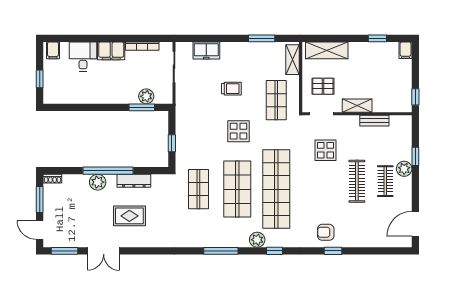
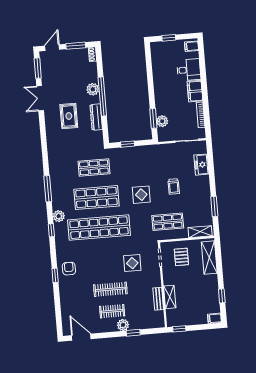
shelving: (357, 106) -> (170, 297), moved

